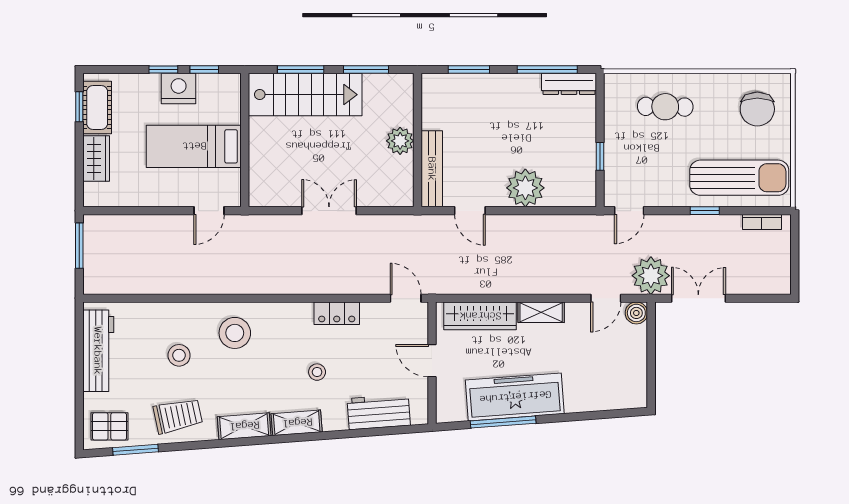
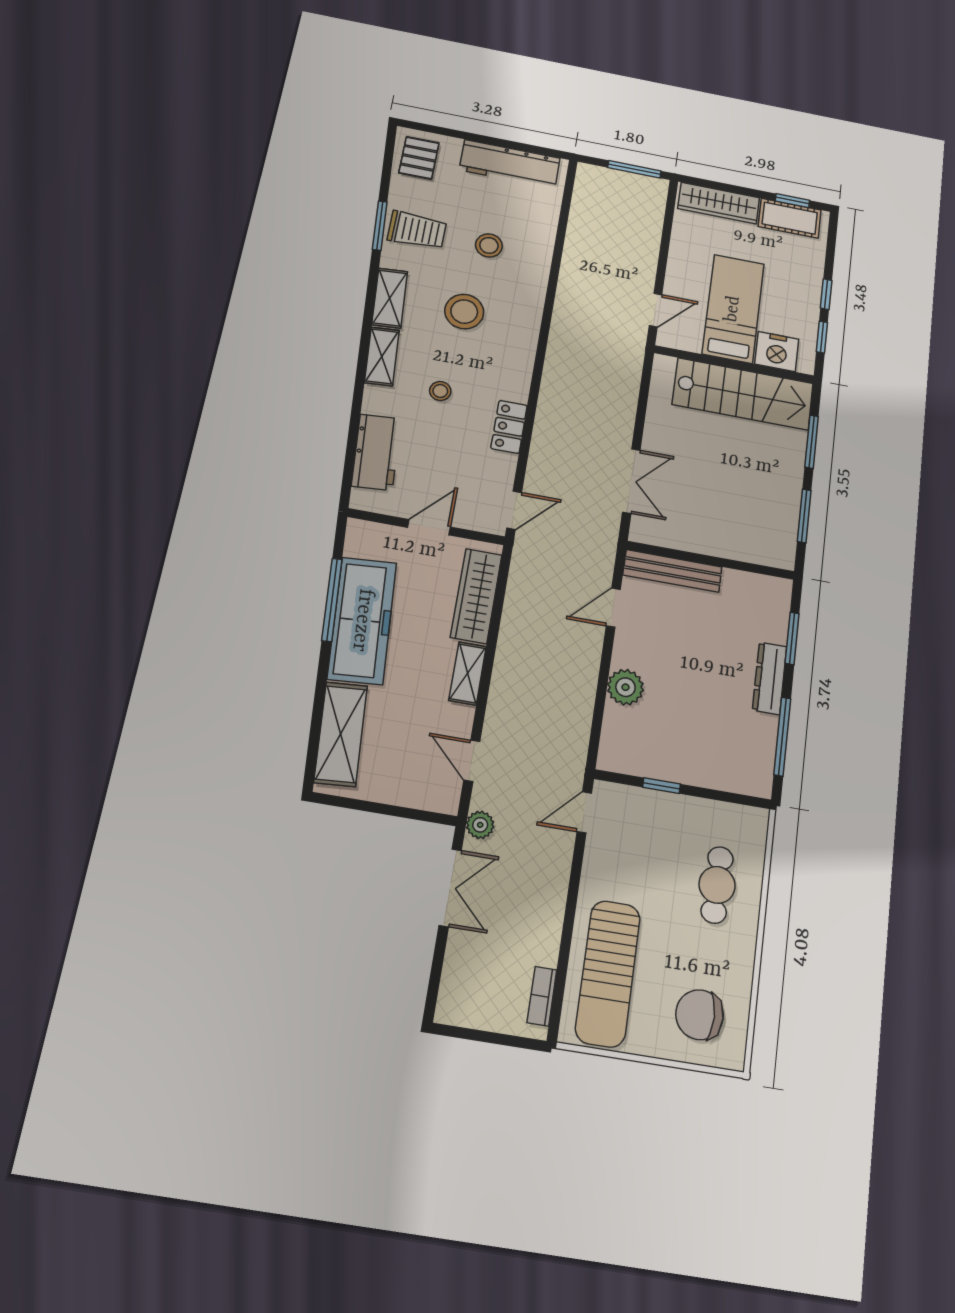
dresser: (569, 84) -> (770, 678), moved
nightstand: (179, 88) -> (777, 352), moved, turned 90
stairs: (305, 95) -> (743, 394), moved, turned -90
plant: (400, 141) -> (712, 539), removed
wardrobe: (96, 159) -> (719, 203), width x1.50
plant: (525, 188) -> (625, 687), width x0.73, depth x0.73
door: (209, 211) -> (656, 310), swing flipped
double door: (329, 211) -> (631, 481), moved
door: (629, 211) -> (584, 812), hinge flipped
window: (705, 211) -> (569, 917), removed
plant: (651, 276) -> (480, 825), width x0.53, depth x0.53
boiler: (636, 313) -> (445, 799), removed
stool: (235, 333) -> (464, 312), moved
shelving: (602, 396) -> (341, 734), added
trolley: (178, 416) -> (417, 230), turned -78
window: (136, 450) -> (380, 226), moved

